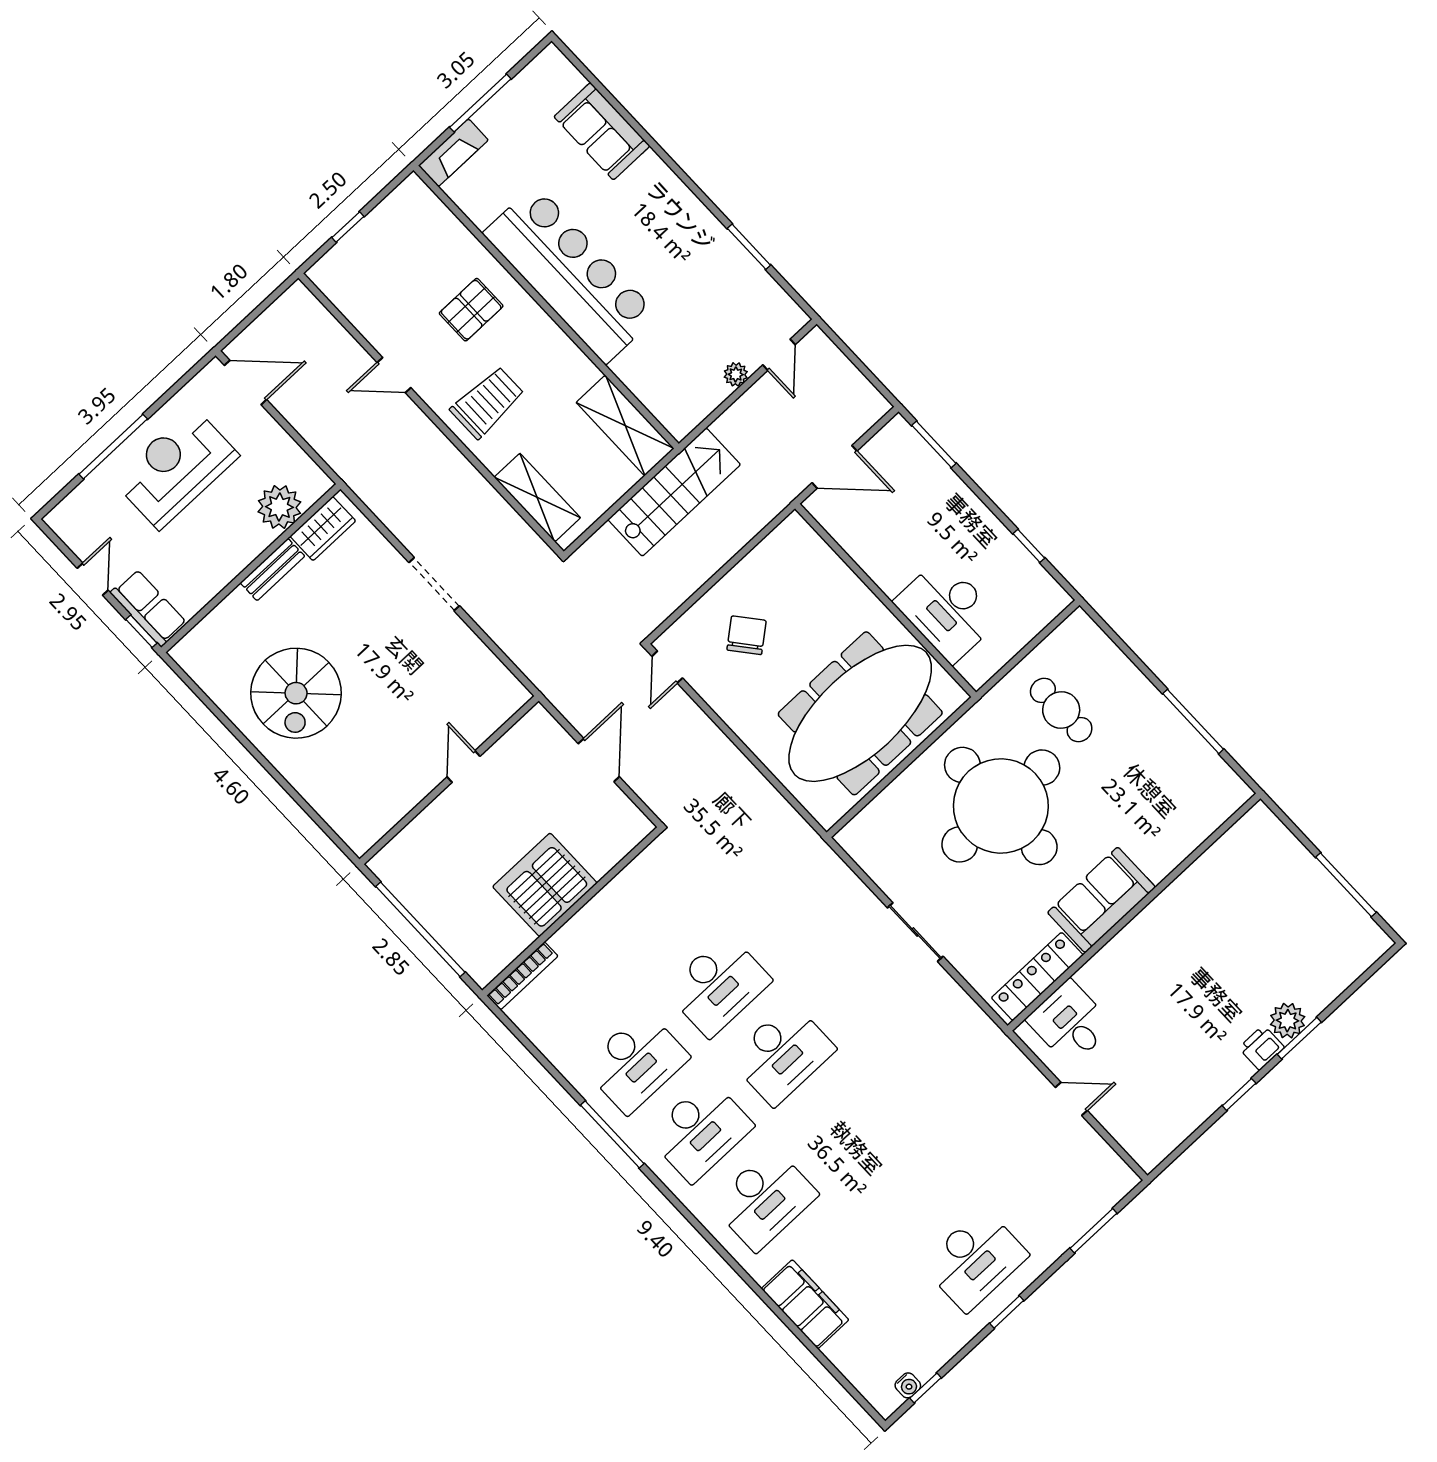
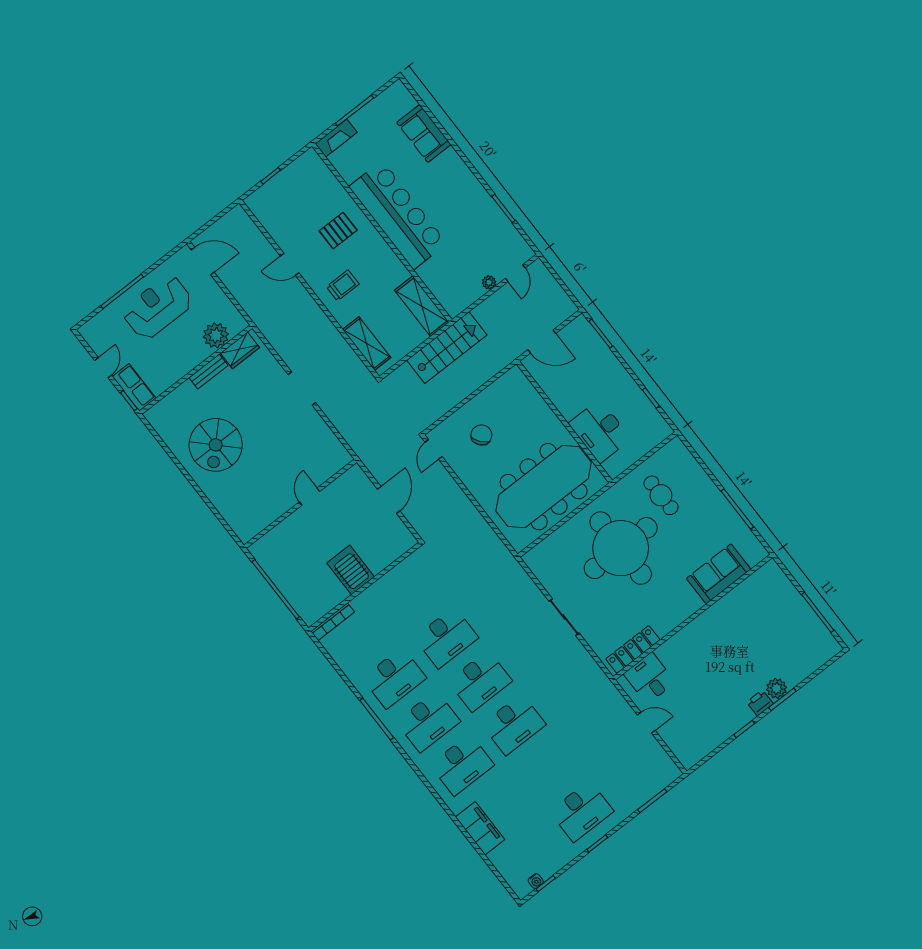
trolley: (487, 402) -> (343, 285), width x0.73, depth x0.72
server rack: (545, 885) -> (351, 570), width x0.62
sofa: (1102, 900) -> (719, 574), moved
desk: (846, 1123) -> (514, 724), added

